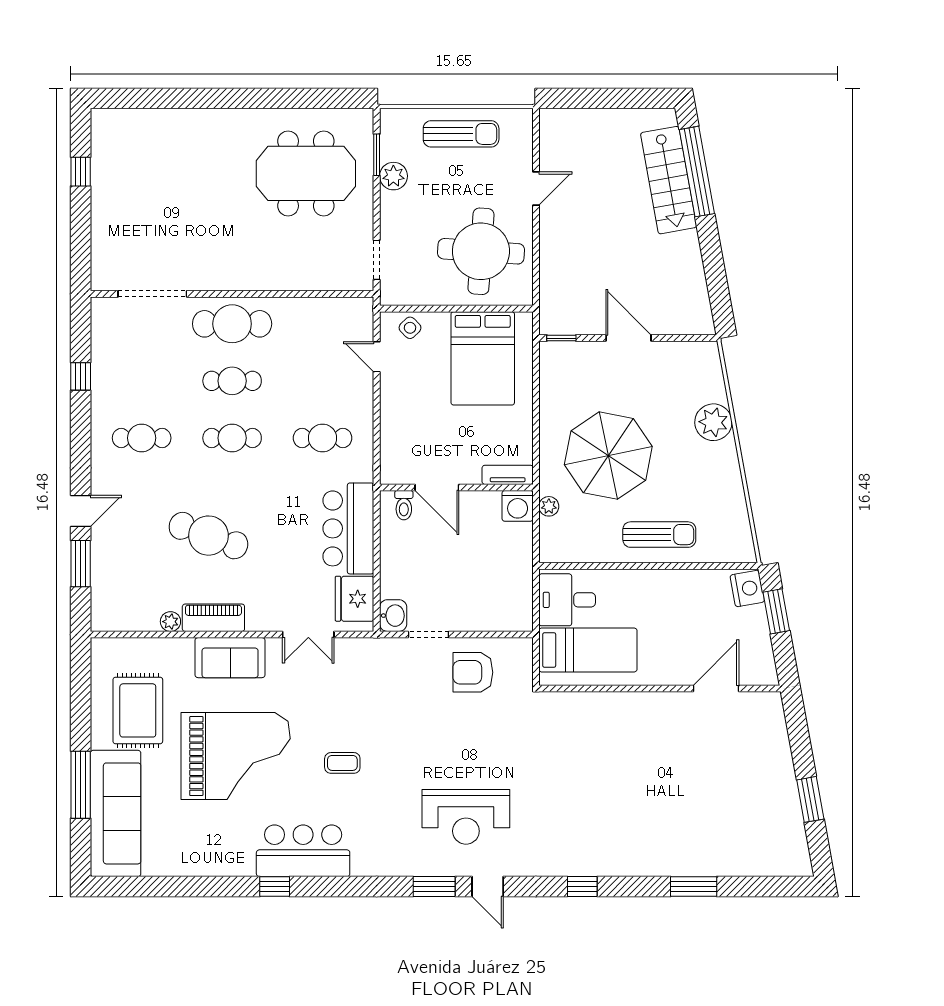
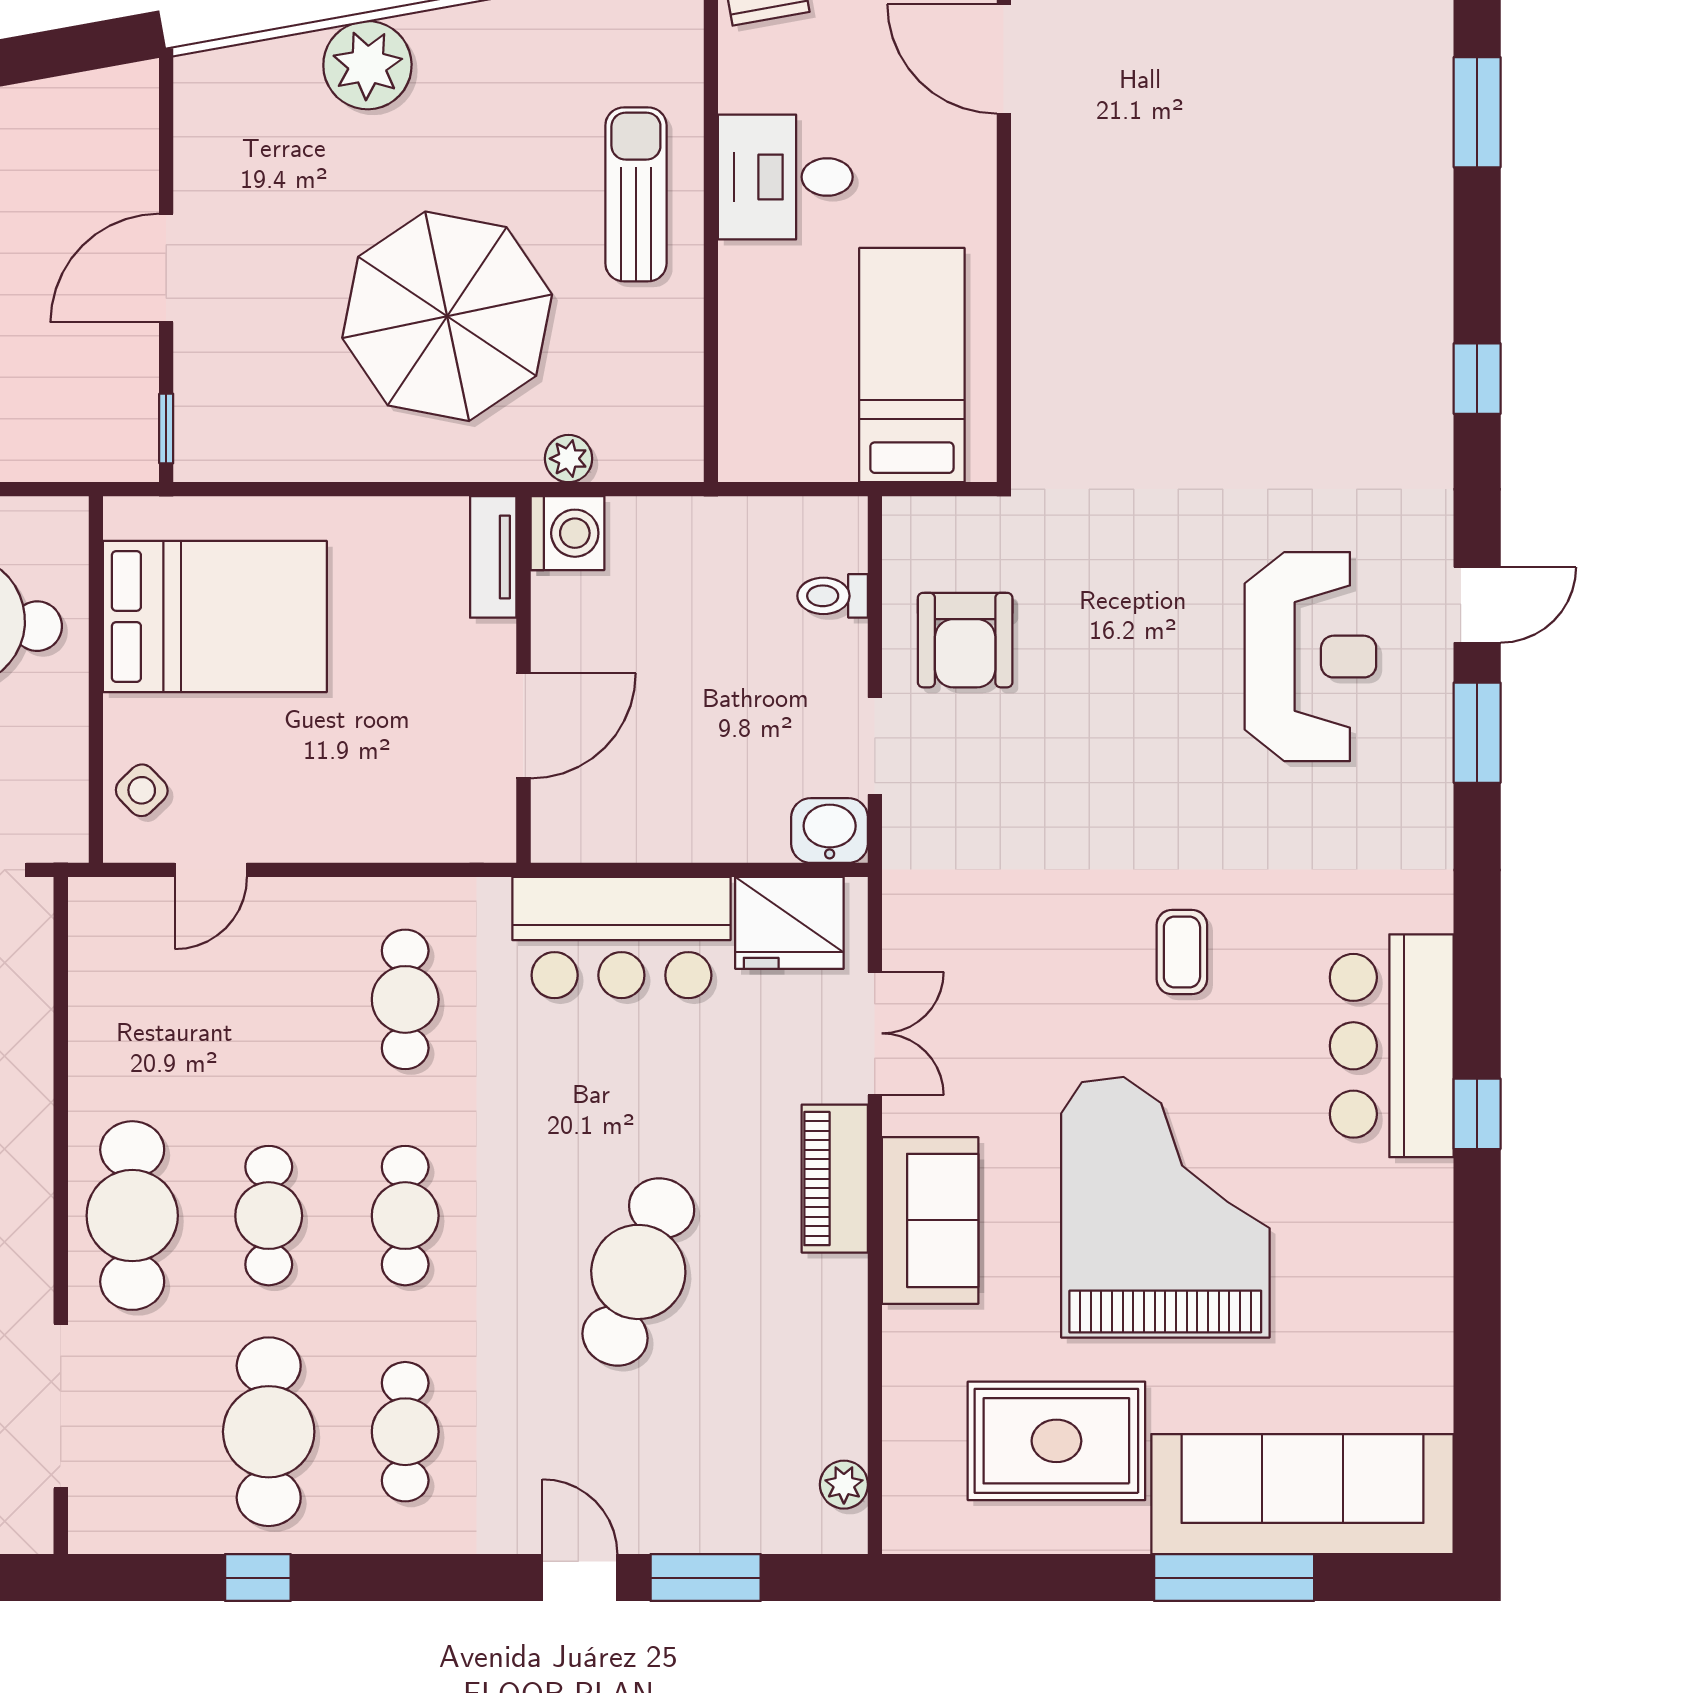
cafe table: (142, 381) -> (269, 1432), added
toilet: (404, 505) -> (833, 596), moved, turned 180
desk: (567, 600) -> (785, 177), moved, turned 90
piano: (213, 618) -> (835, 1179), moved
plant: (170, 622) -> (844, 1485), moved

